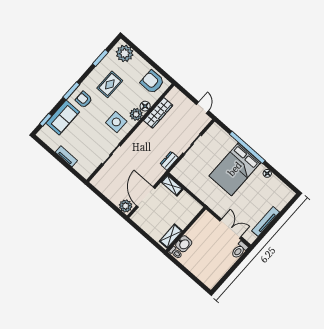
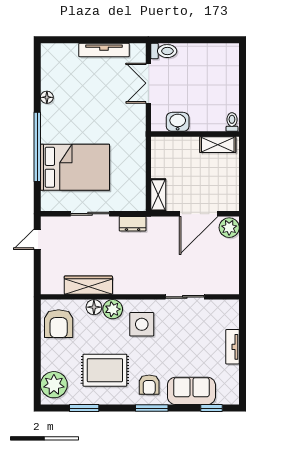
rug: (110, 84) -> (105, 370), width x1.36, depth x1.43
bed: (235, 169) -> (75, 167), moved
washbasin: (184, 244) -> (178, 122), moved

